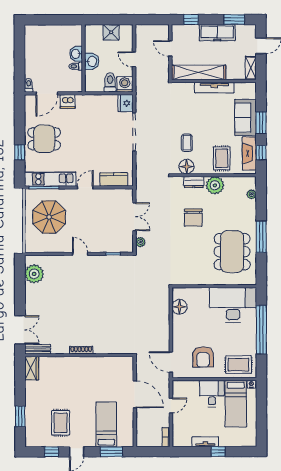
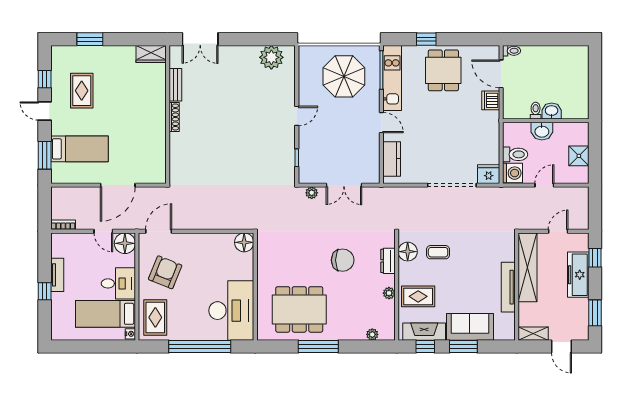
freezer: (217, 33) -> (578, 275), moved
plant: (215, 185) -> (389, 293), width x0.53, depth x0.53
chair: (193, 218) -> (343, 260), turned 180
floor lamp: (179, 307) -> (244, 242), moved
bench: (38, 349) -> (175, 85), moved
armchair: (203, 357) -> (165, 272), turned 112
floor lamp: (180, 389) -> (125, 243), added
rug: (61, 423) -> (82, 91), turned 90

